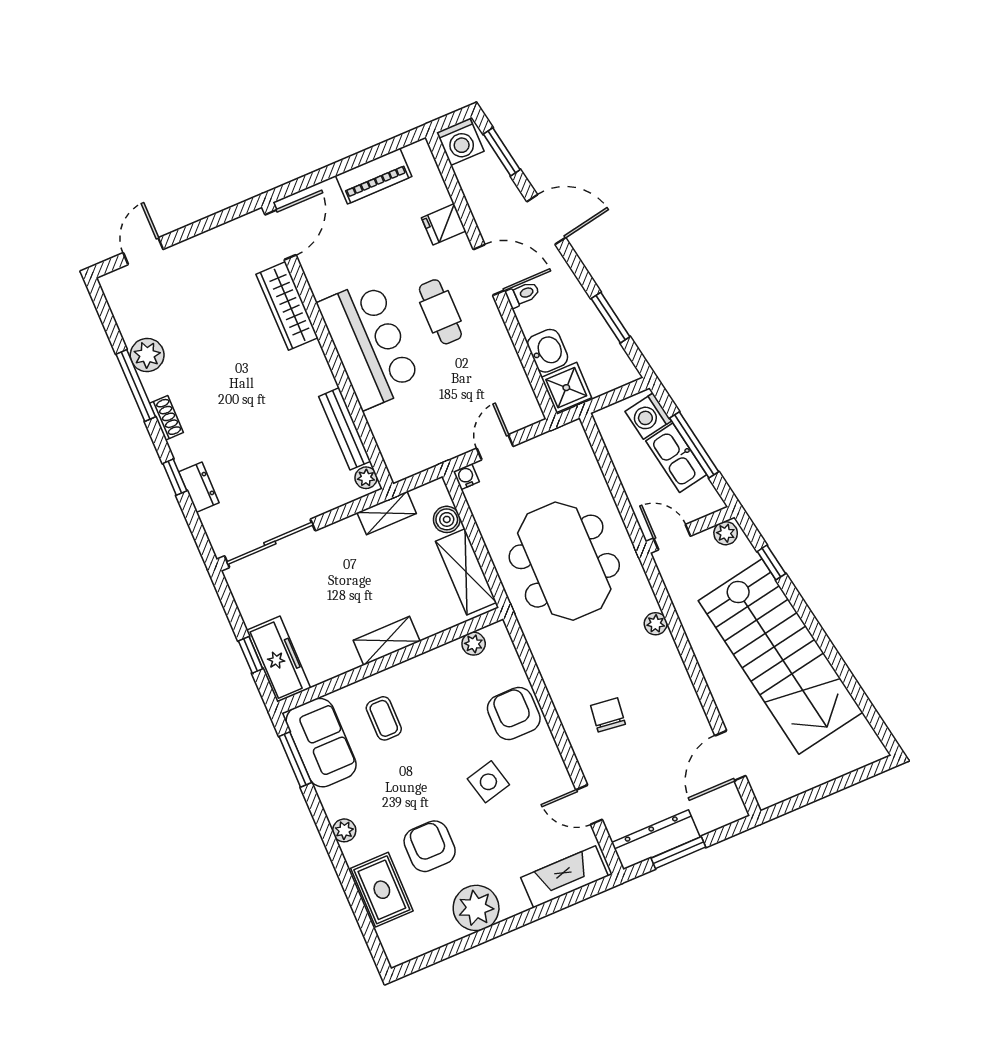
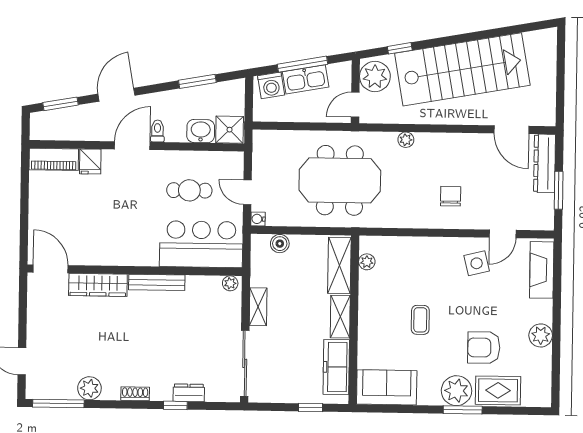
washing machine: (460, 142) -> (42, 128), removed
piano: (374, 176) -> (54, 159), moved, turned 90
cafe table: (440, 312) -> (189, 190), moved
bar counter: (369, 344) -> (201, 244), moved
window: (136, 385) -> (58, 403), moved
bench: (345, 429) -> (157, 282), moved
shelving: (387, 513) -> (258, 307), moved
plant: (726, 533) -> (375, 76), width x1.88, depth x1.88
shelving: (466, 572) -> (339, 265), moved, turned 90
freezer: (279, 659) -> (336, 367), moved, turned -90
armchair: (514, 713) -> (423, 256), removed
chair: (608, 715) -> (451, 196), turned 83
coffee table: (384, 718) -> (420, 320), moved, turned 90
window: (295, 759) -> (463, 410), moved
side table: (488, 782) -> (477, 263), moved
plant: (344, 830) -> (457, 391), width x1.87, depth x1.87
dresser: (656, 840) -> (545, 163), moved
plant: (476, 908) -> (541, 335), width x0.73, depth x0.73

